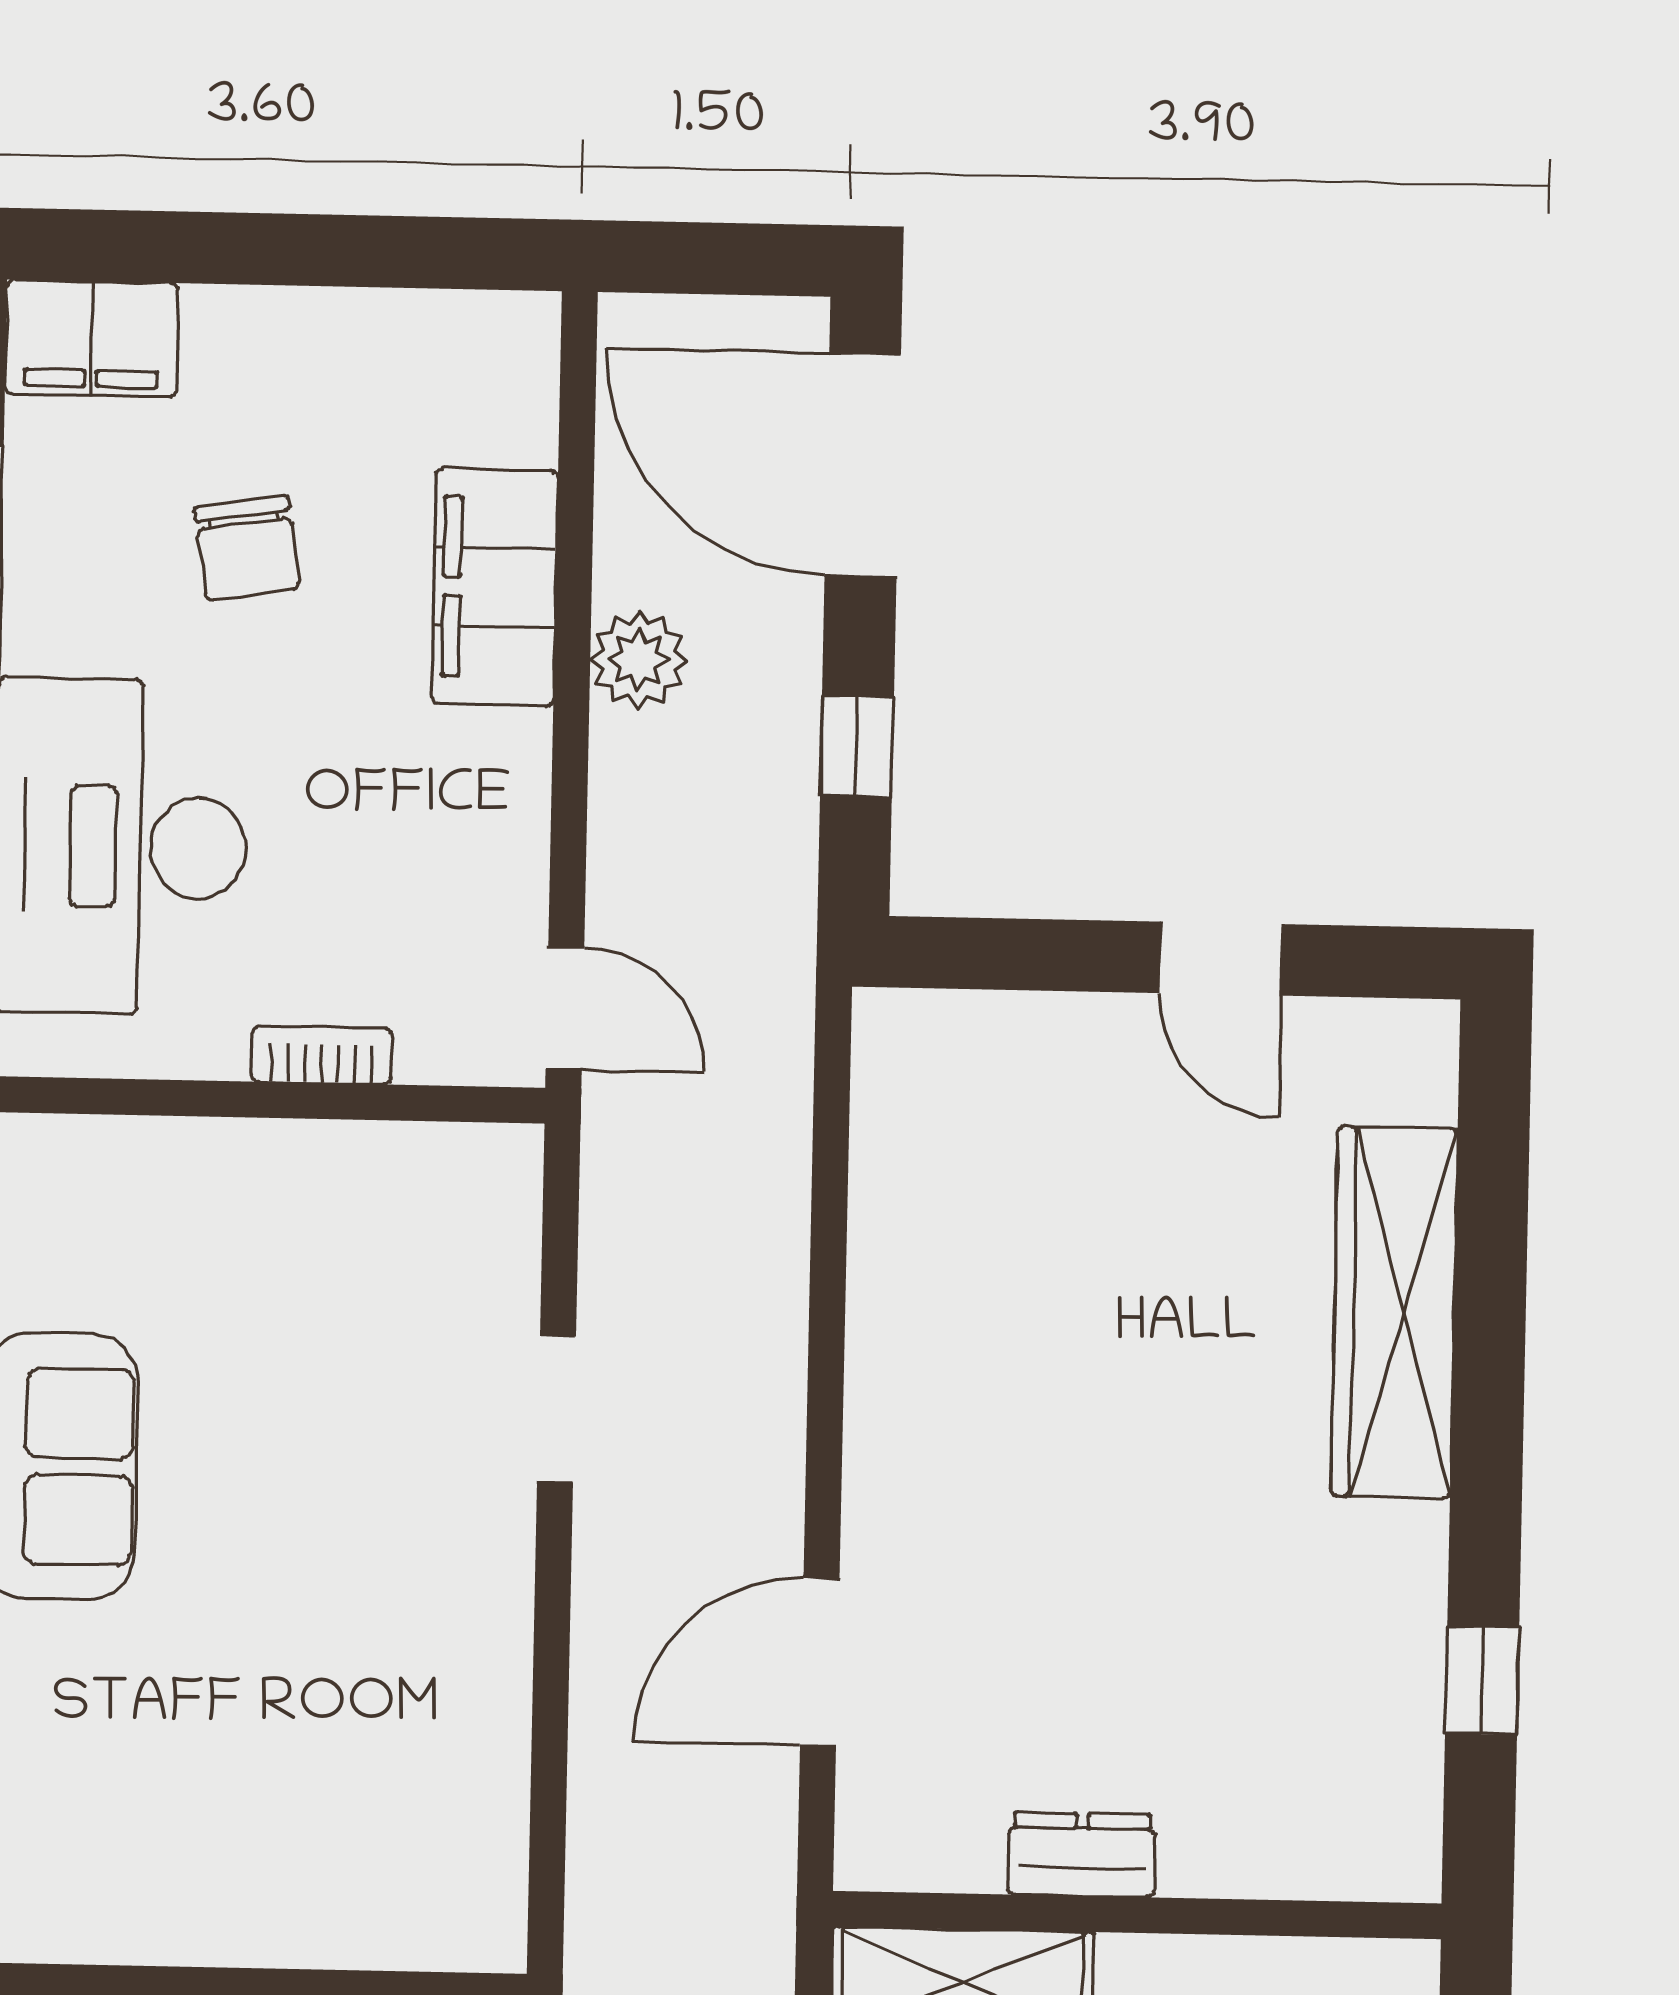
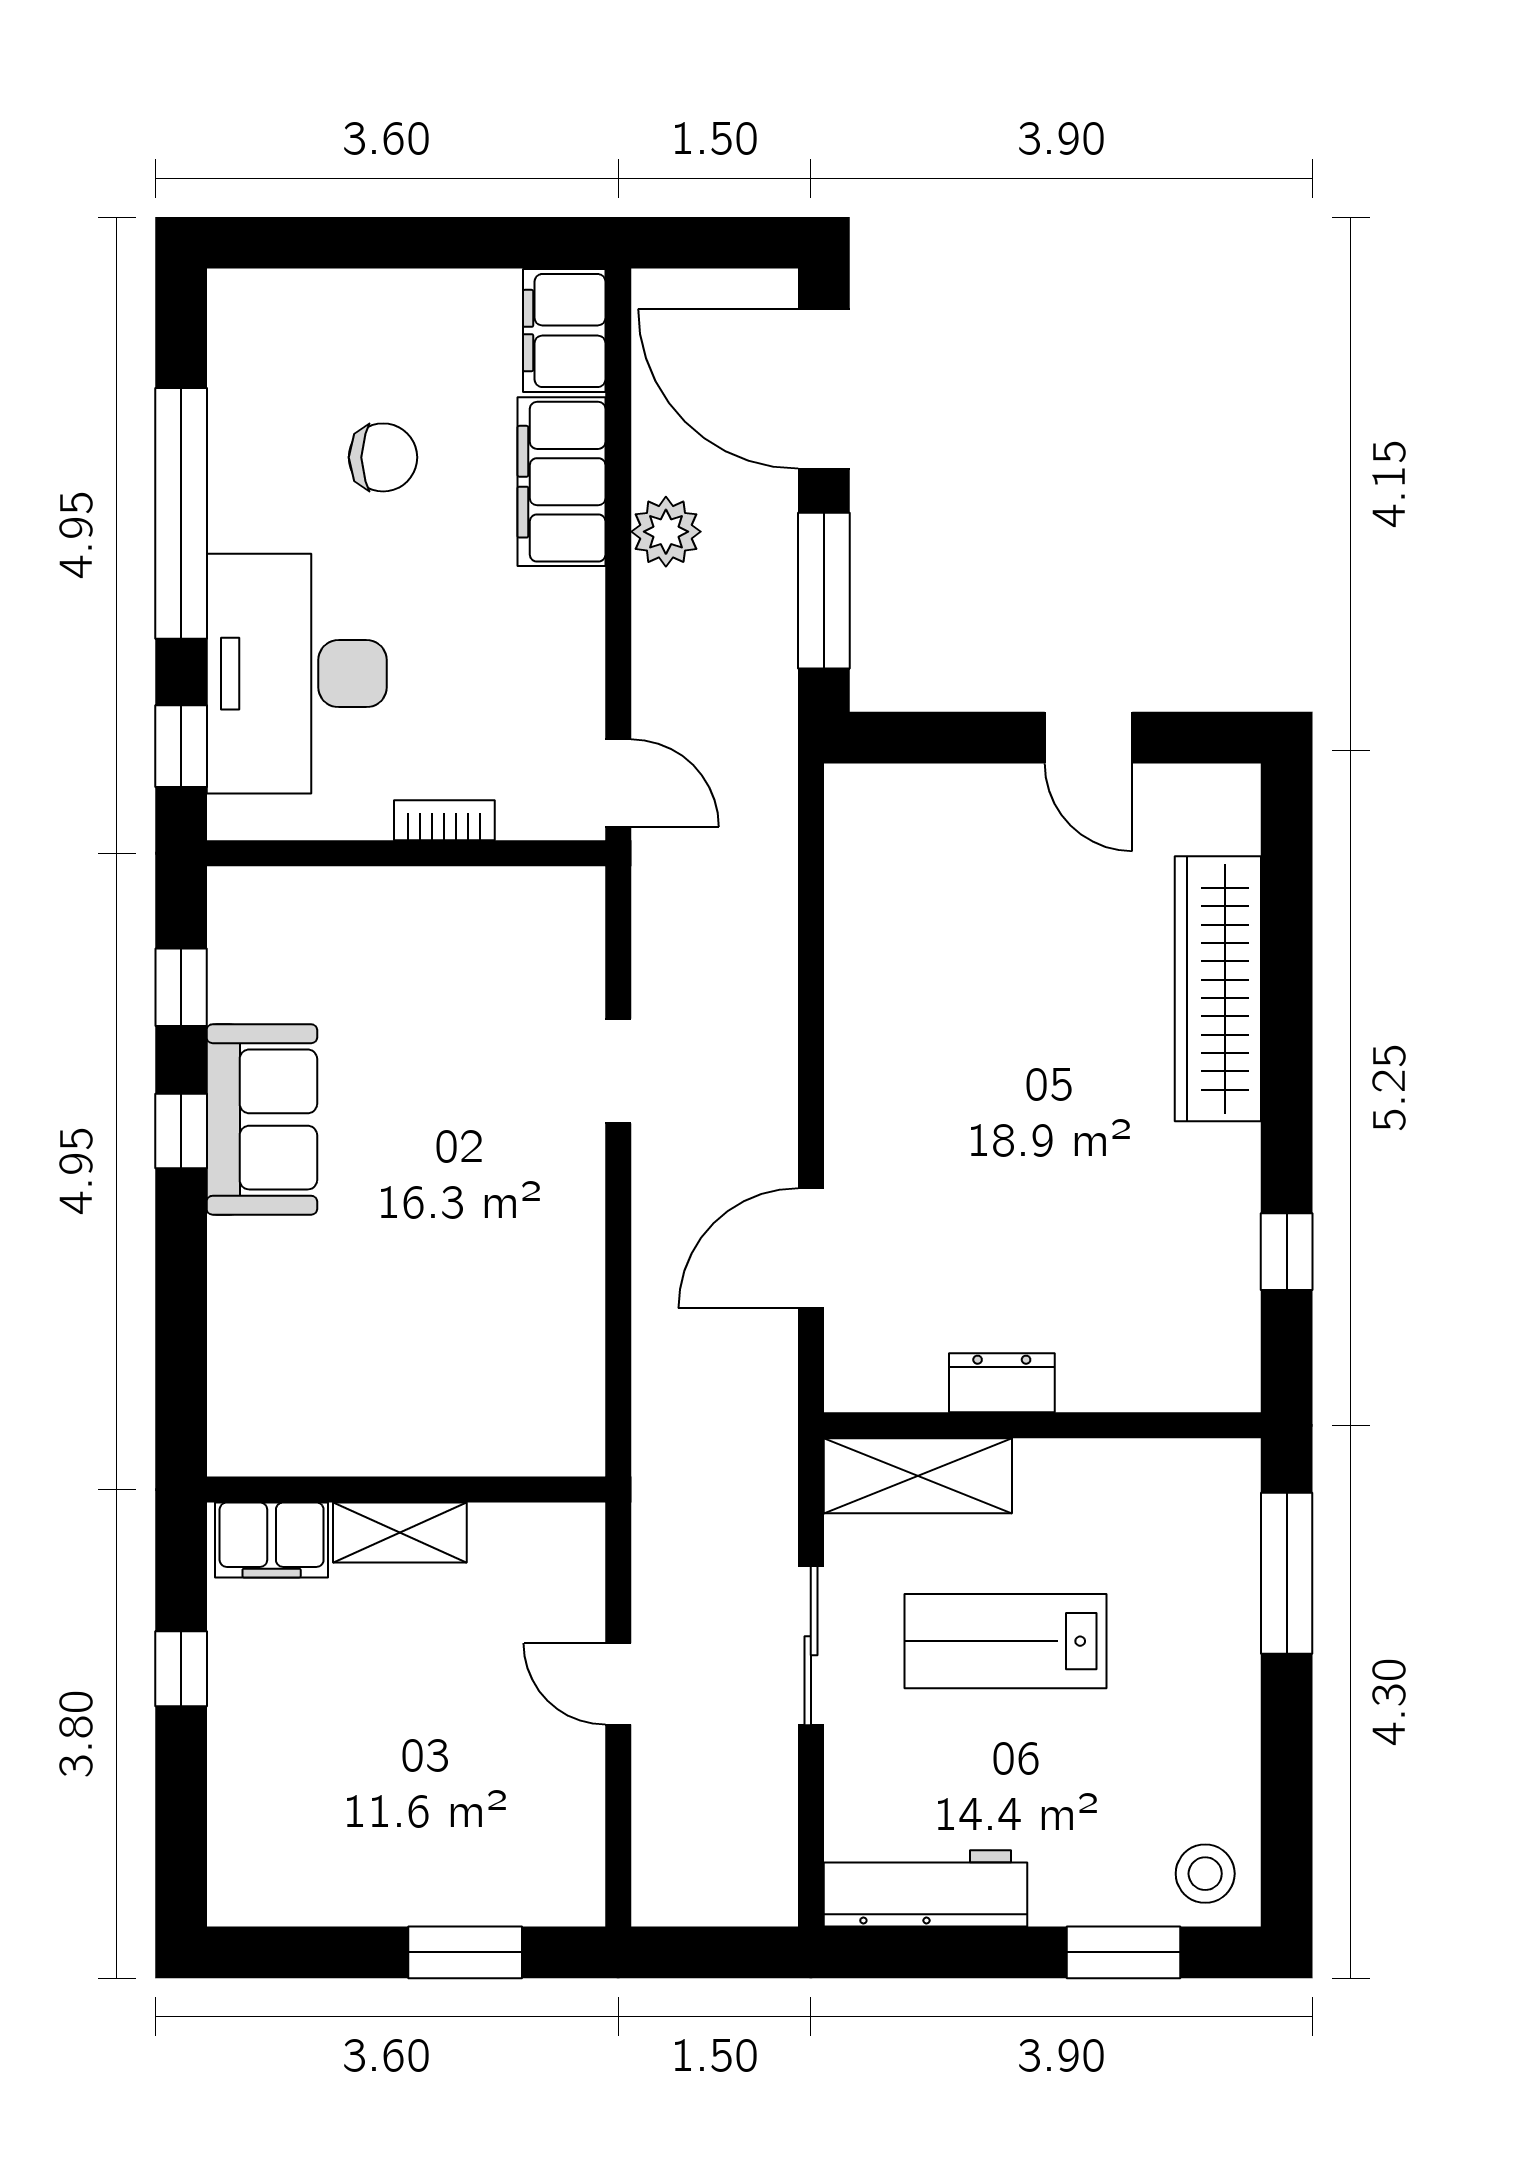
filing cabinet: (92, 338) -> (564, 331), moved, turned 90
chair: (247, 548) -> (383, 457), turned -81
window: (857, 746) -> (824, 591), width x2.17

